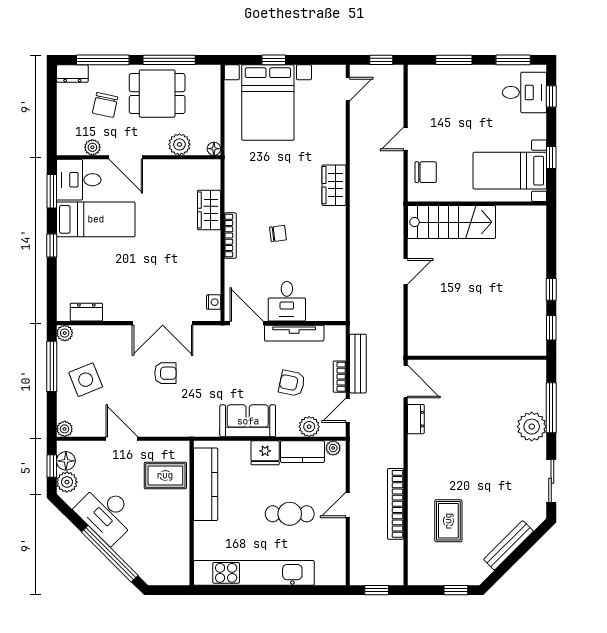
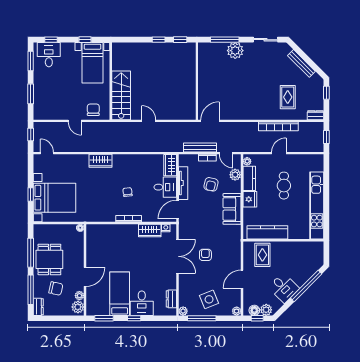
plant: (179, 144) -> (78, 307), moved
desk: (79, 180) -> (142, 303), moved
wardrobe: (209, 210) -> (150, 231), moved
wardrobe: (326, 310) -> (170, 165), added
dresser: (416, 419) -> (316, 115), moved
door: (348, 505) -> (279, 153), swing flipped
desk: (106, 513) -> (284, 288), width x0.73
rug: (448, 521) -> (288, 97), turned 90

